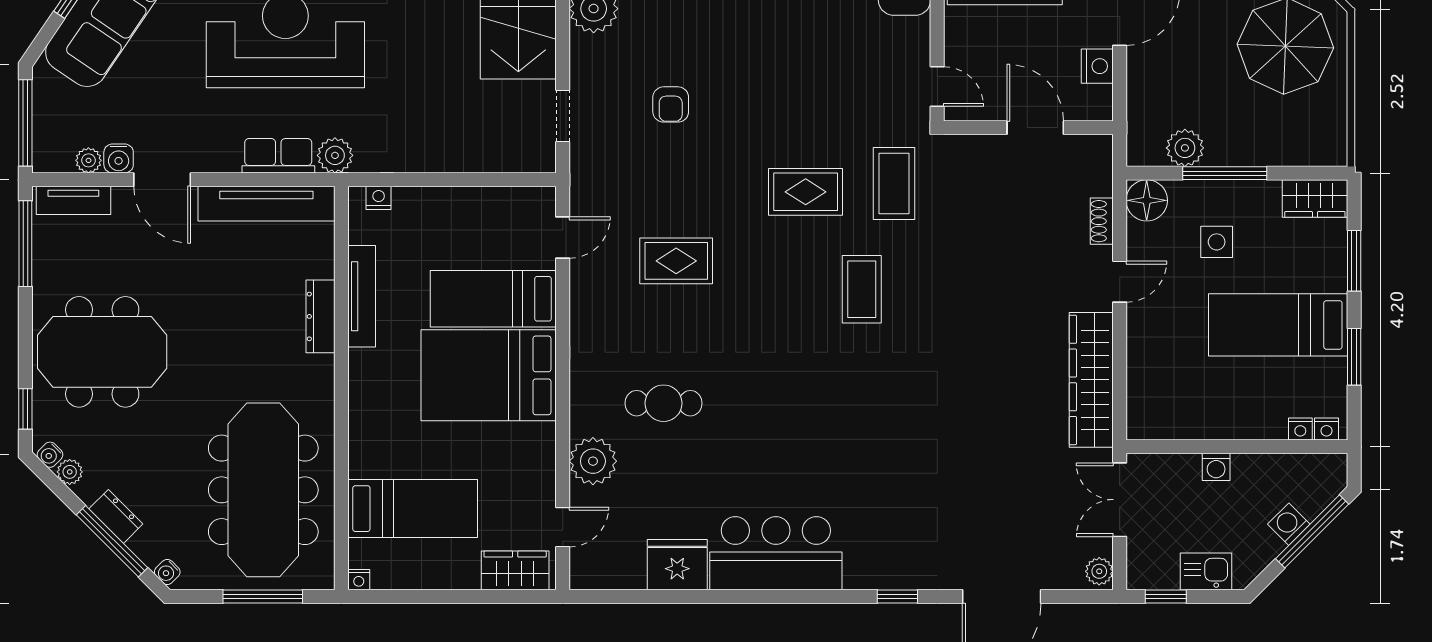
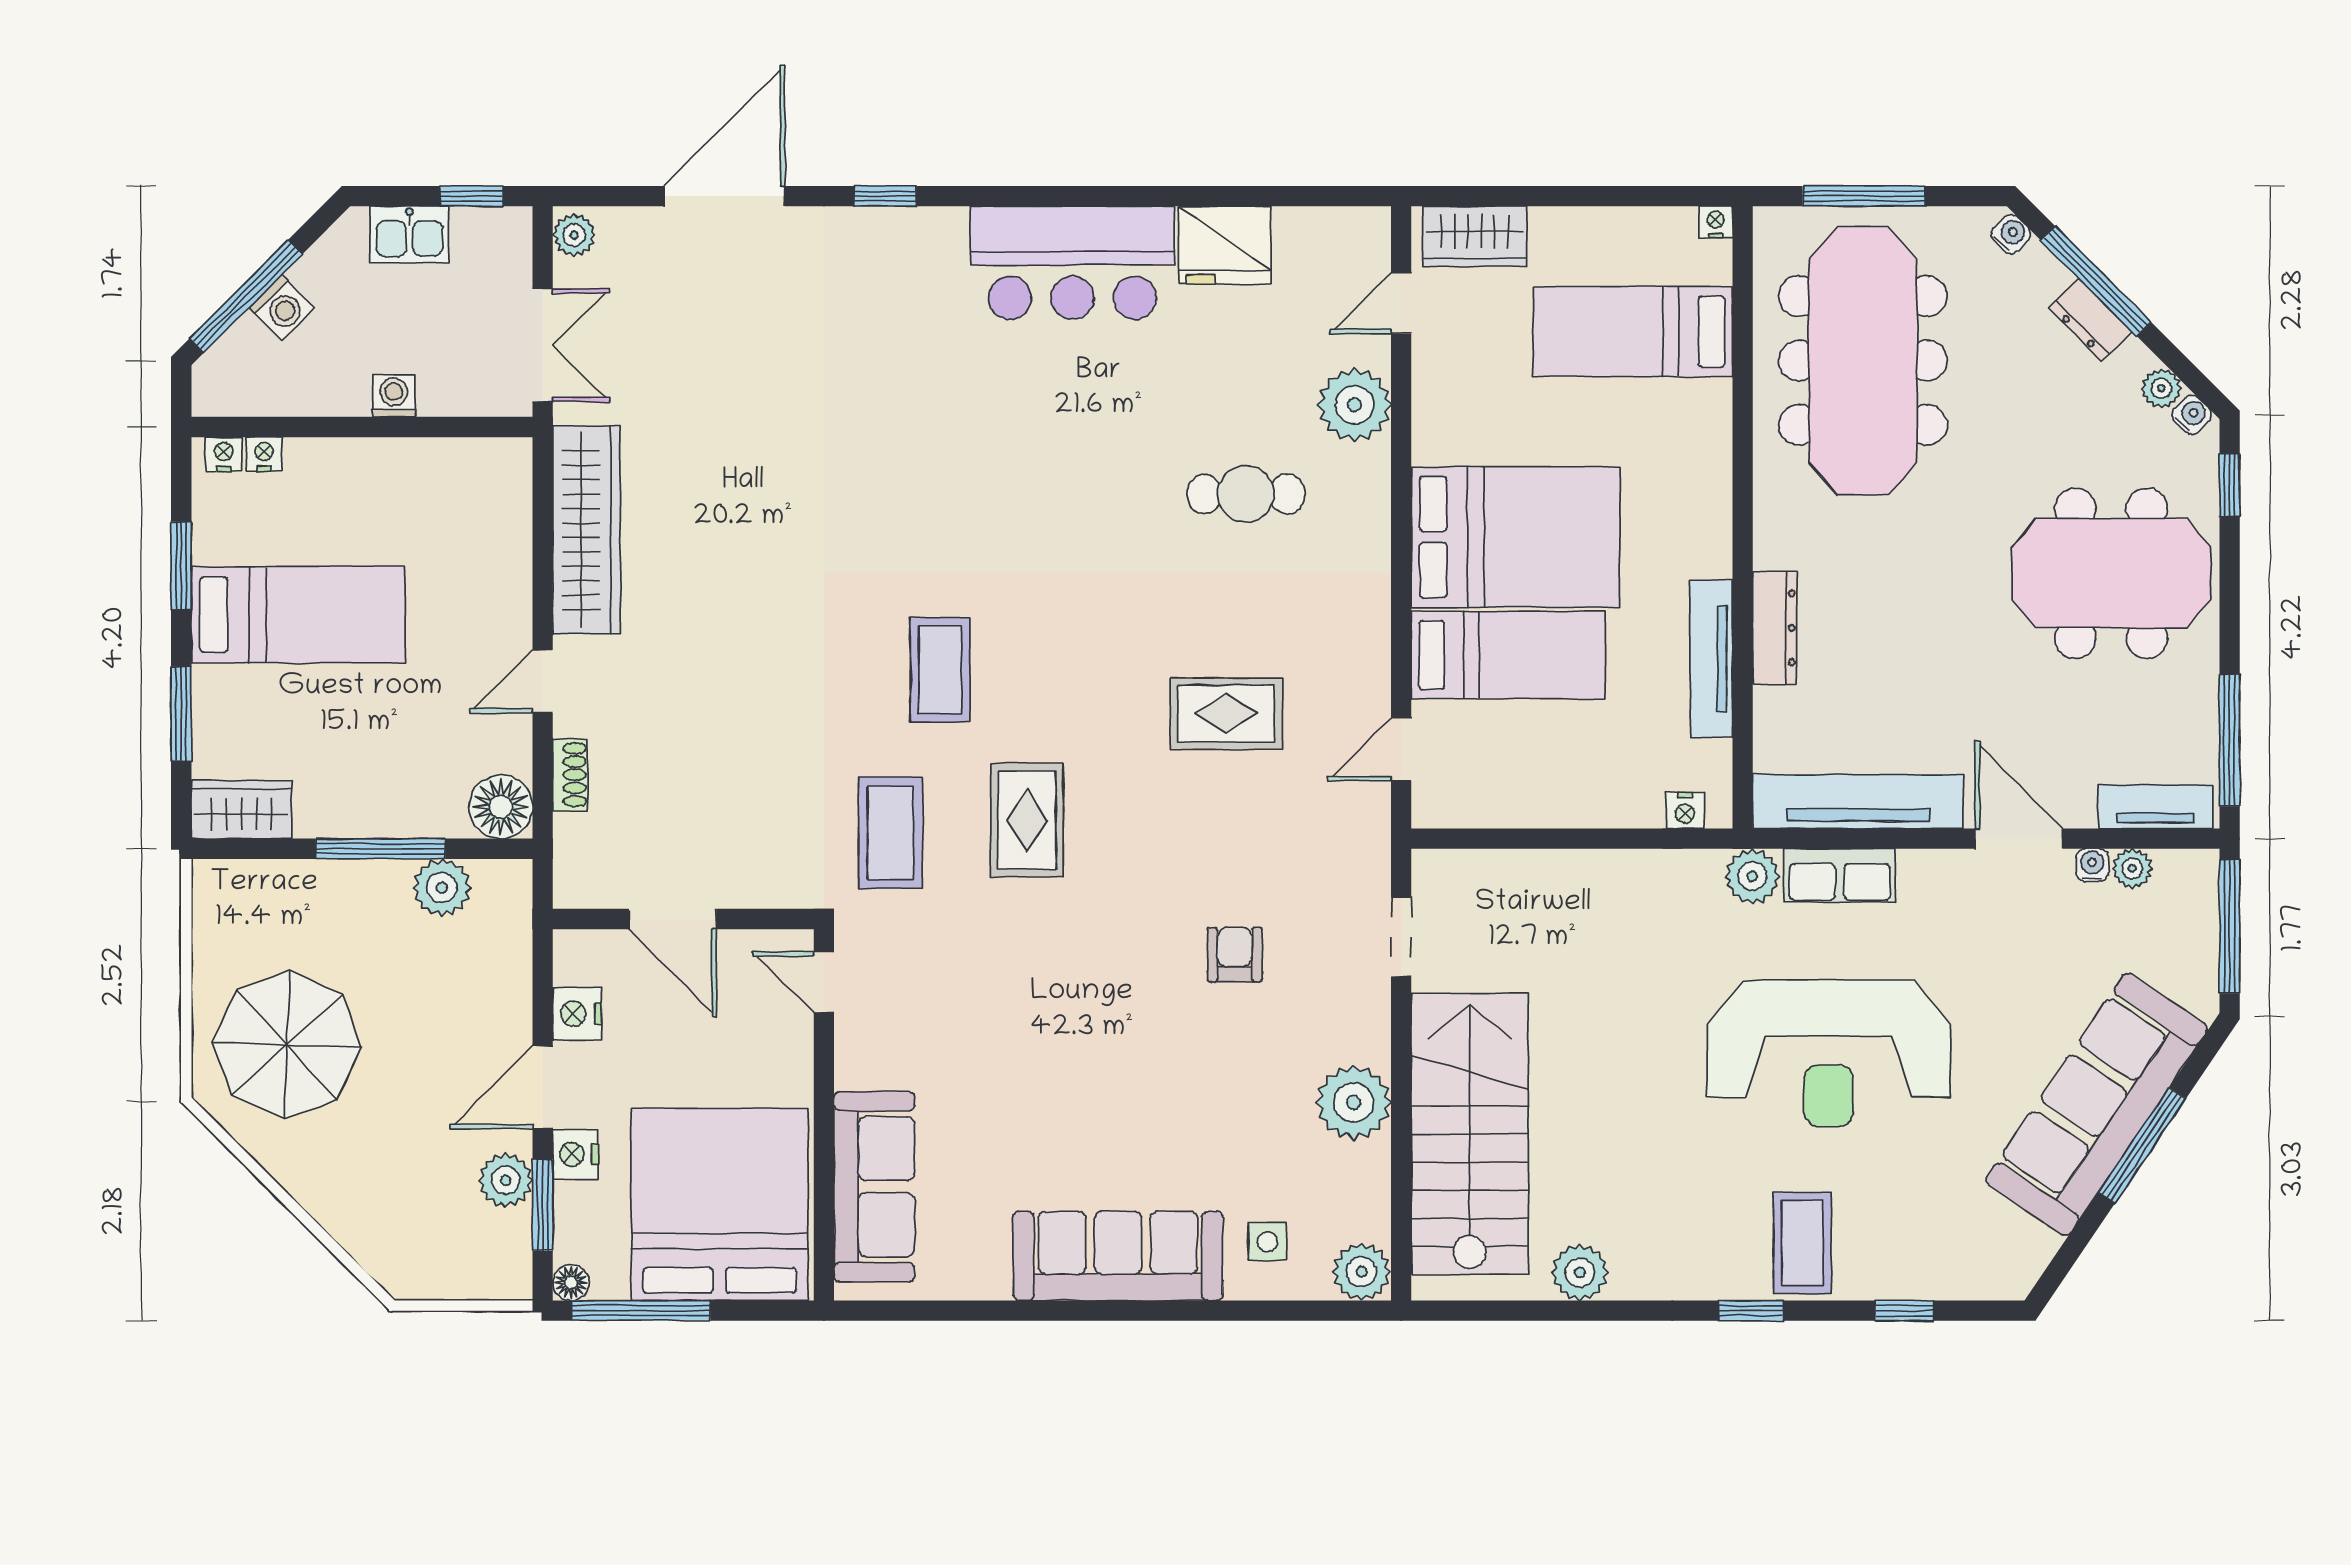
water cooler: (119, 159) -> (2092, 865), width x0.72, depth x0.72
rug: (806, 192) -> (1027, 820), turned 90
side table: (1217, 242) -> (393, 743), removed

